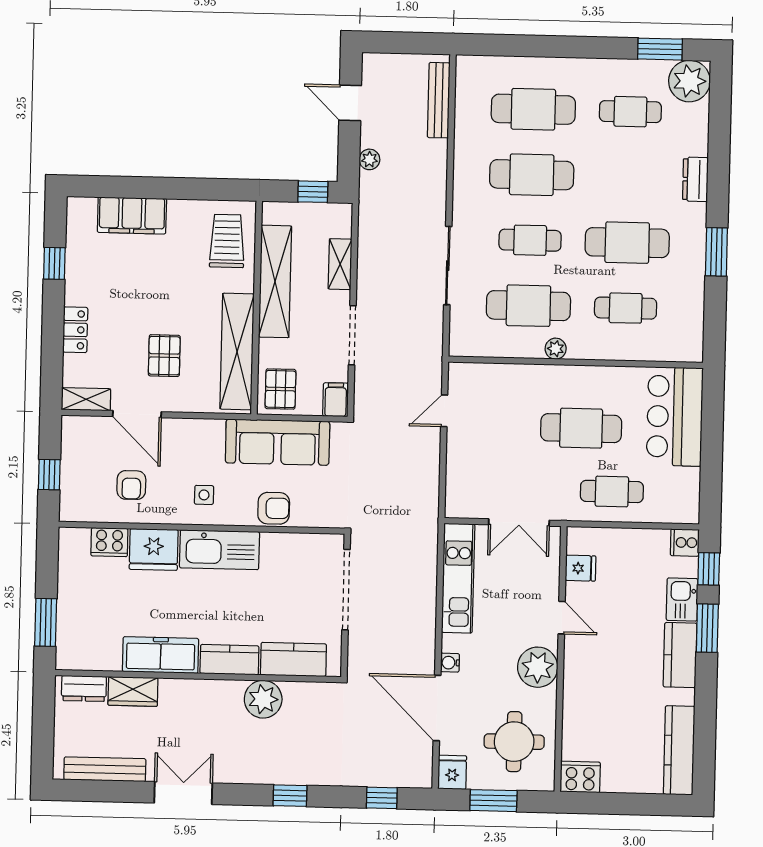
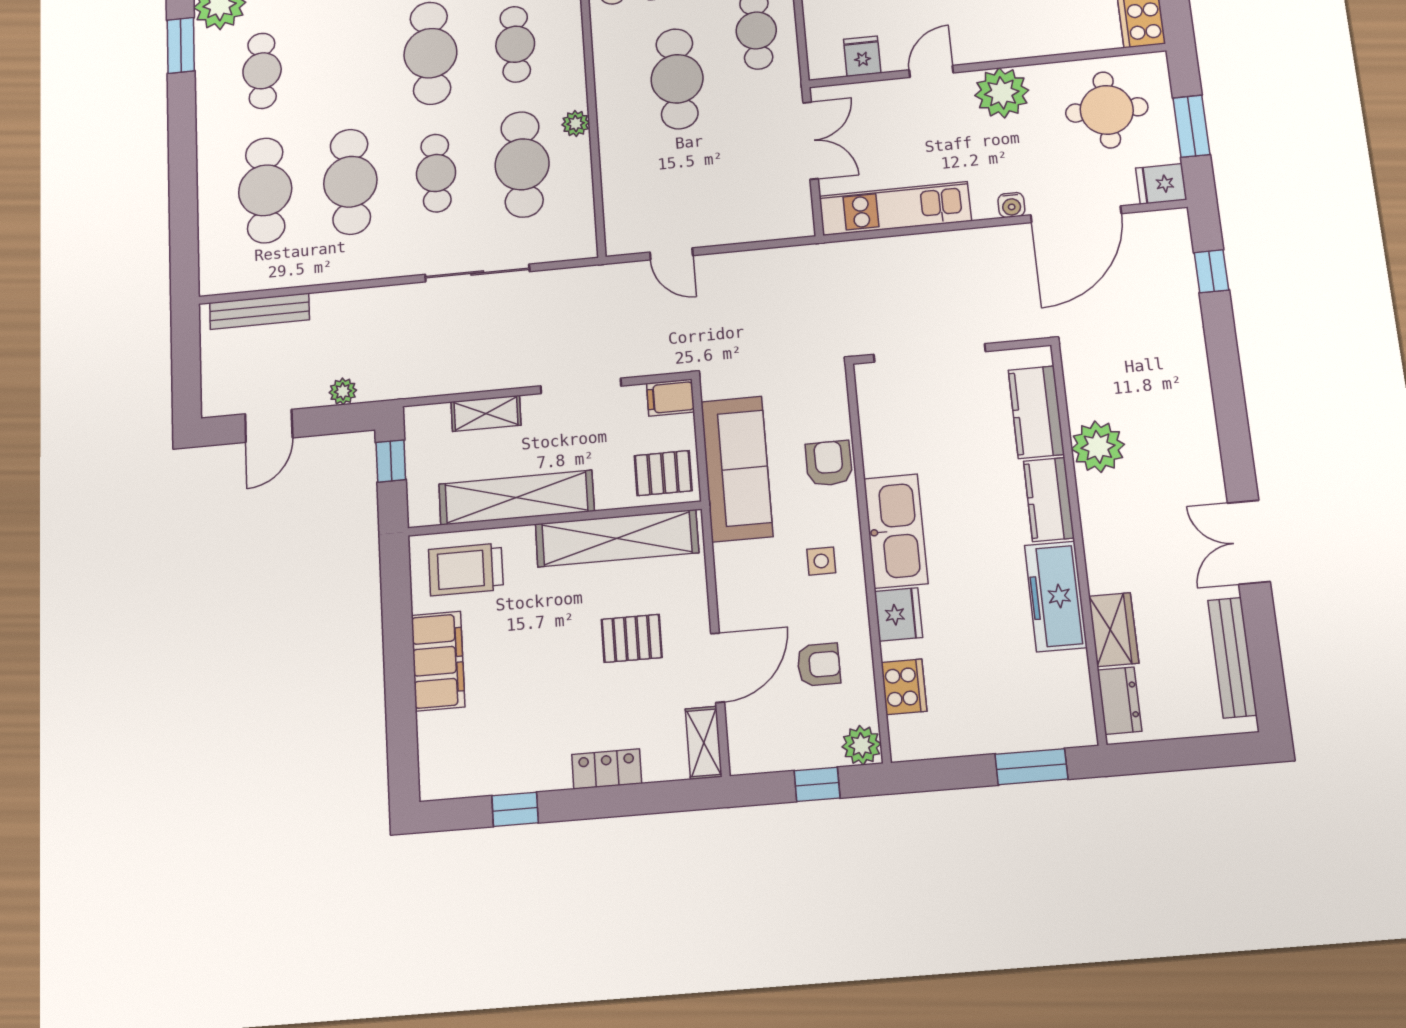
filing cabinet: (132, 215) -> (438, 661), moved
plant: (73, 508) -> (861, 745), added
fridge: (154, 550) -> (898, 614), width x0.73, depth x0.75
window: (290, 796) -> (1228, 394), removed

